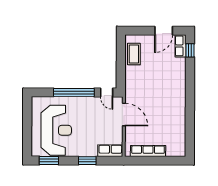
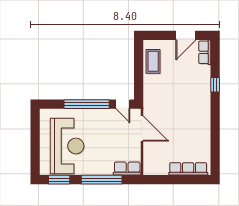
window: (190, 50) -> (215, 85), moved
row of seats: (148, 151) -> (188, 169), moved
window: (87, 161) -> (102, 180), width x2.11

